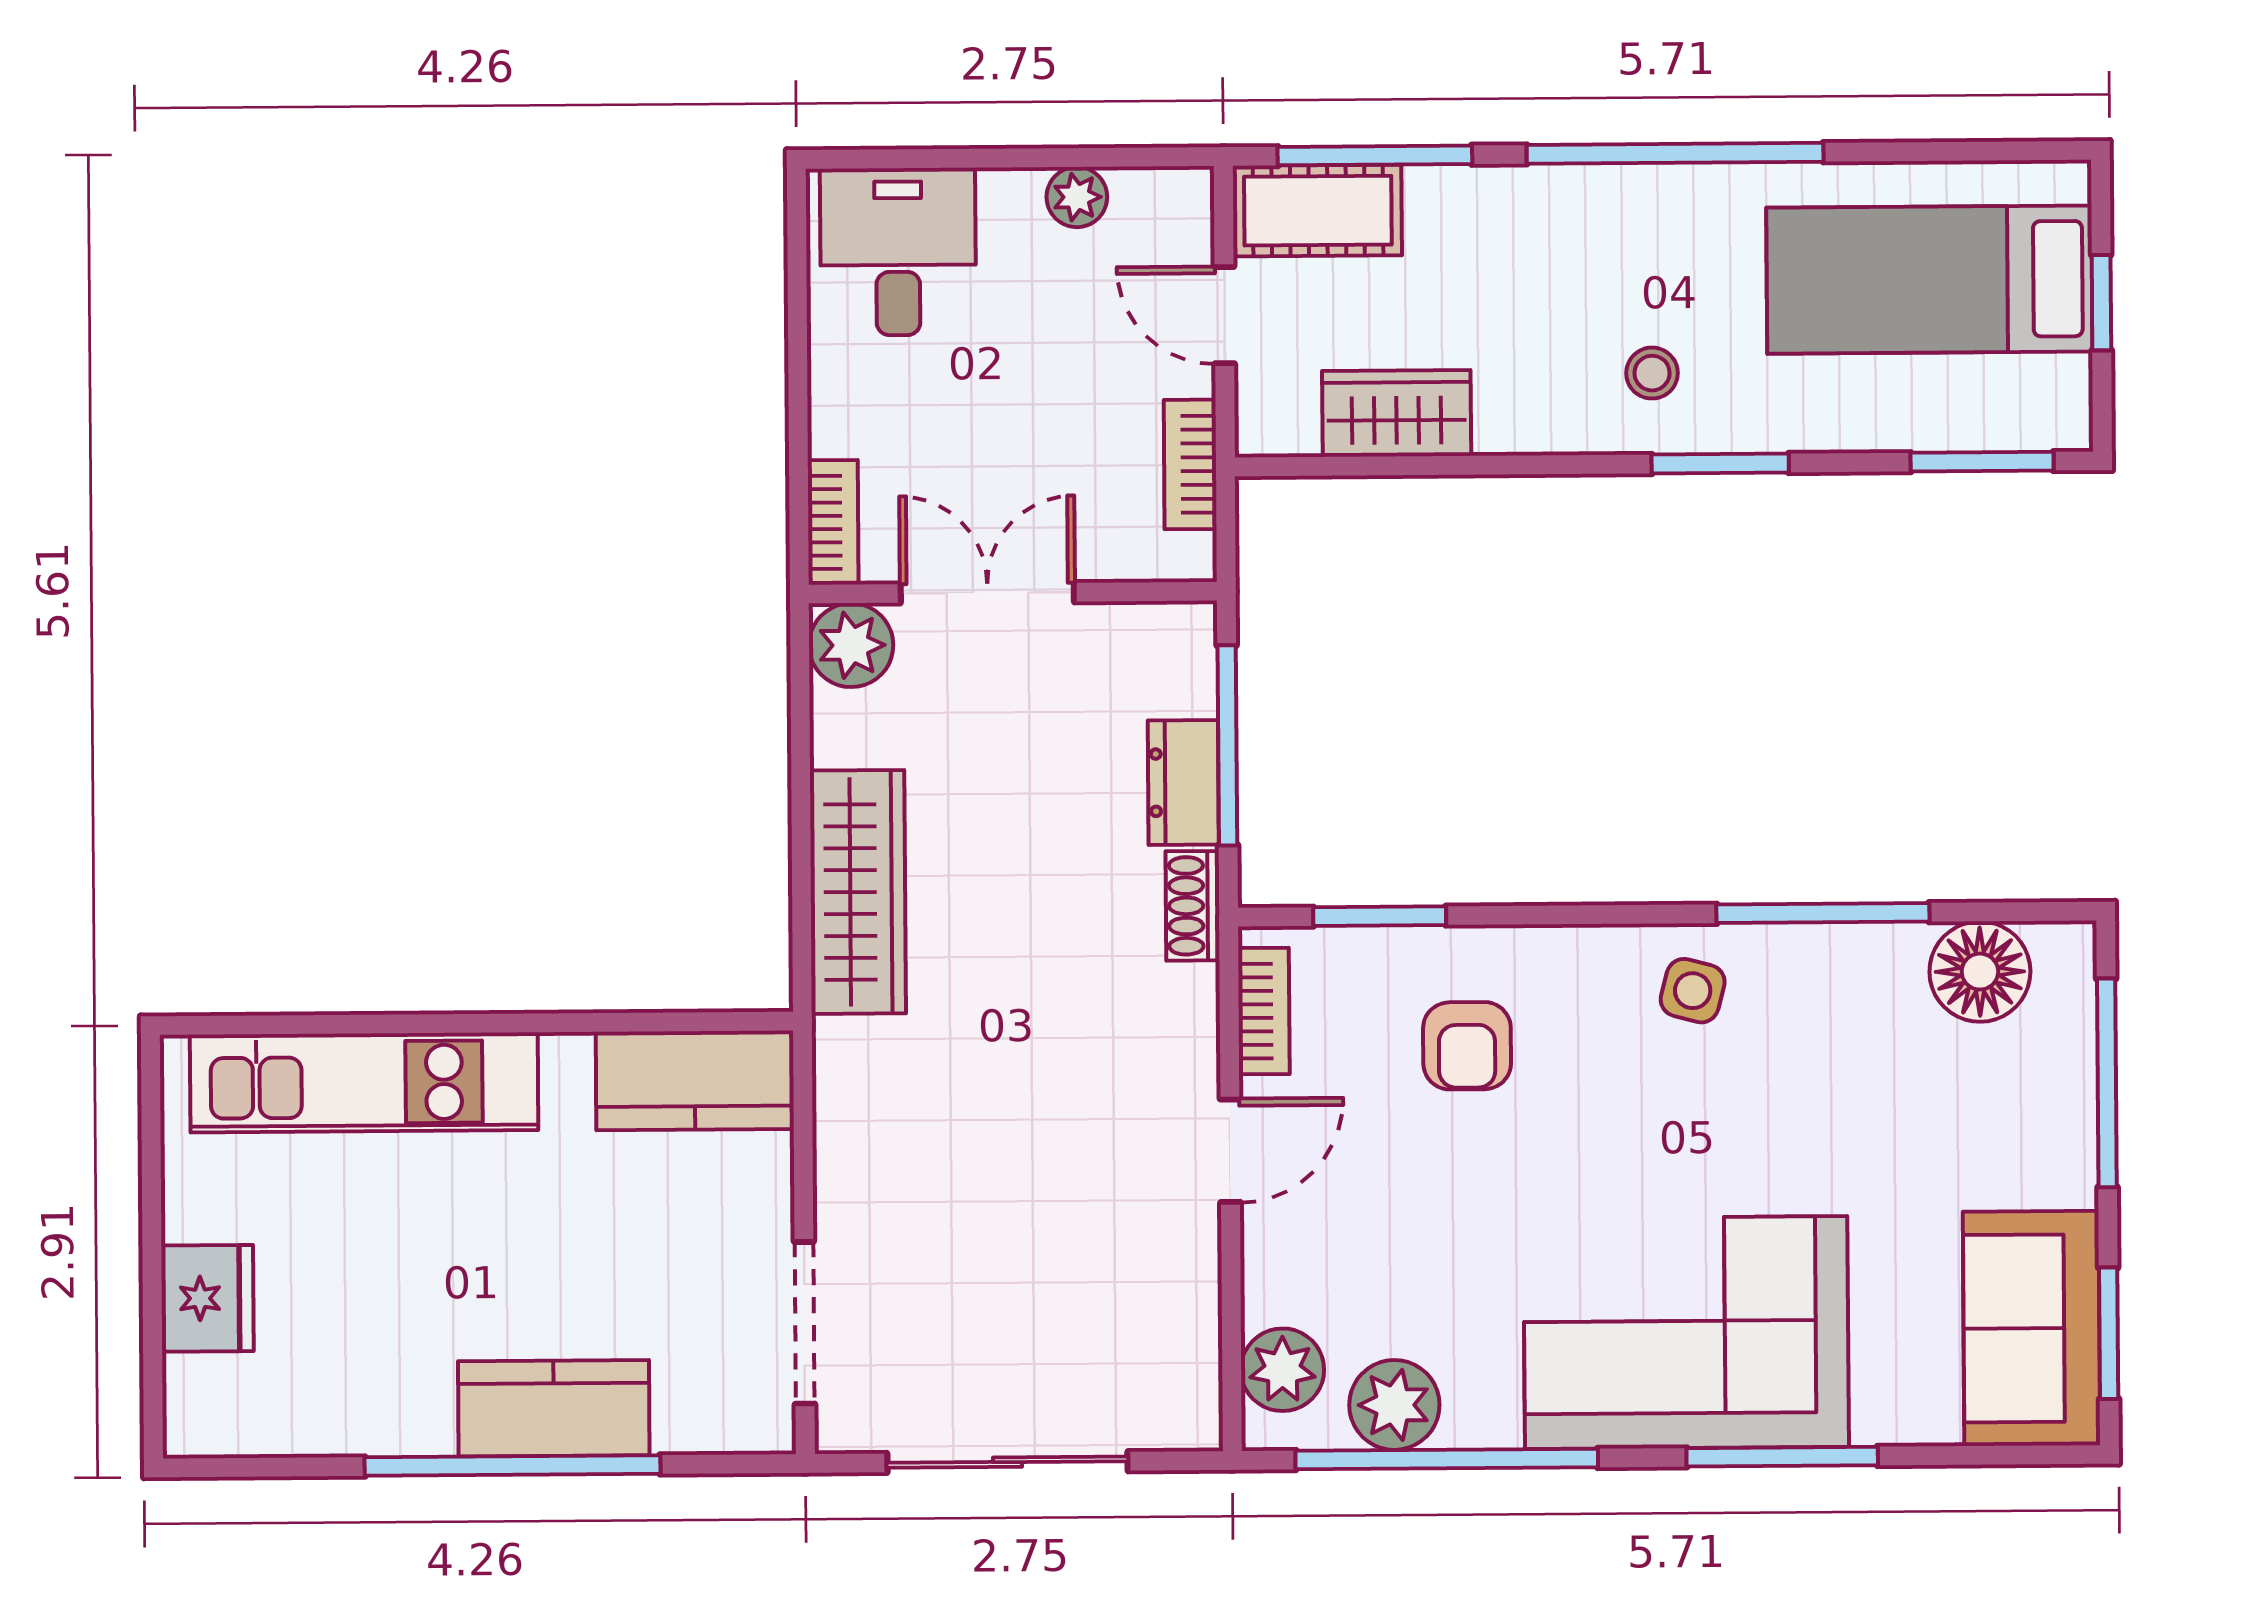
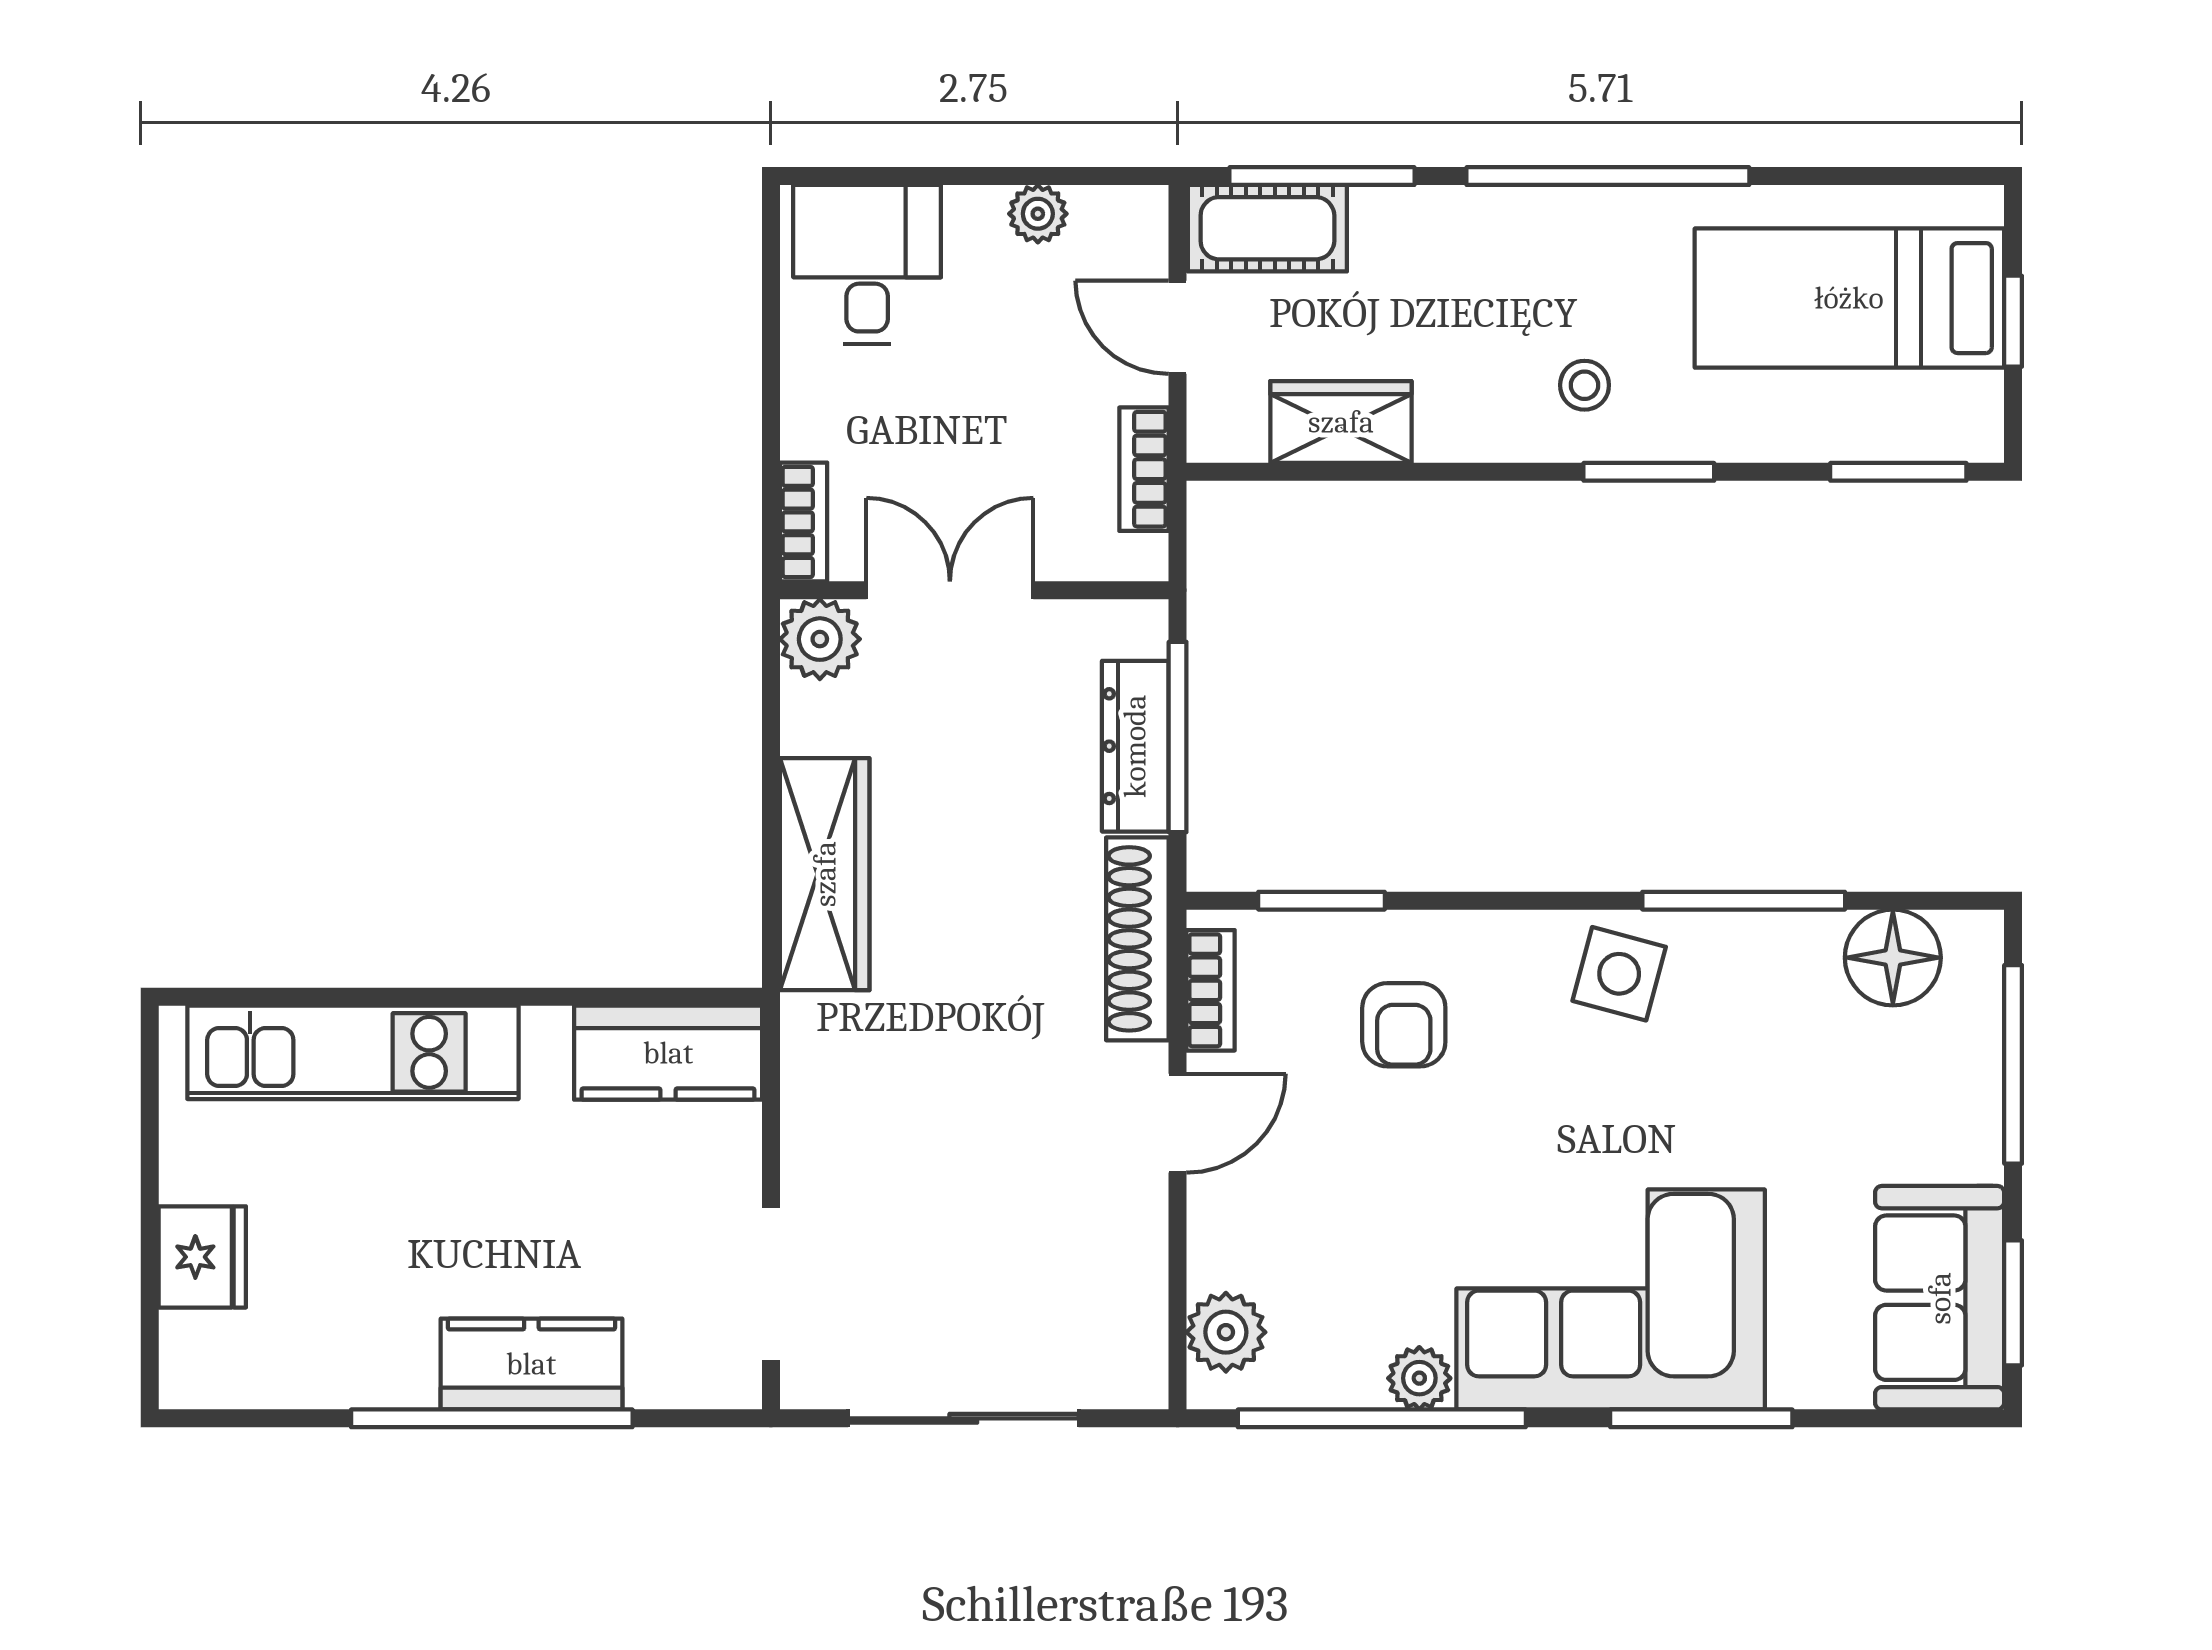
dresser: (1183, 783) -> (1135, 746), width x1.44
shoe rack: (1193, 906) -> (1137, 939), width x1.94, depth x1.24
side table: (1693, 991) -> (1619, 974), width x1.37, depth x1.37
plant: (1394, 1405) -> (1419, 1378), moved, width x0.73, depth x0.73

